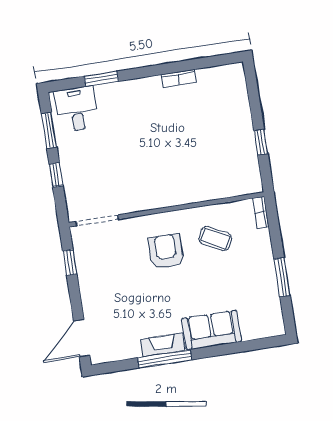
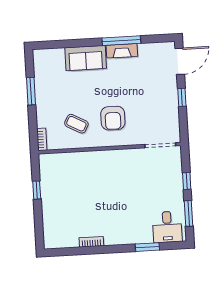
window: (70, 262) -> (182, 97), moved

